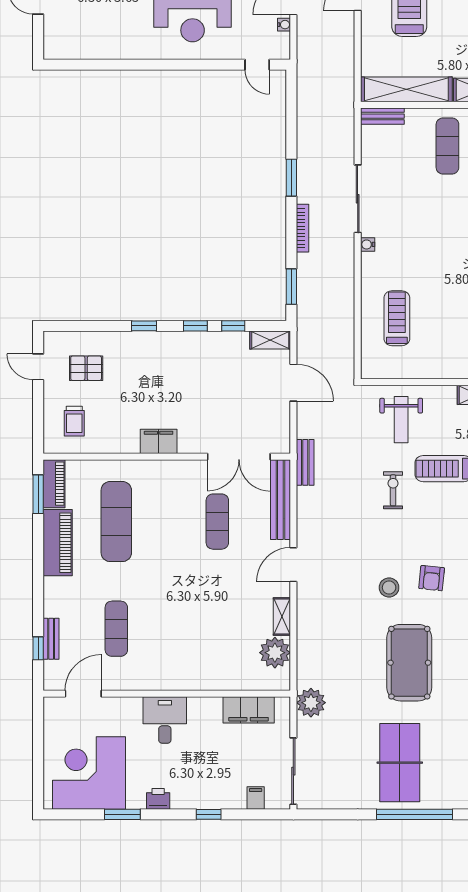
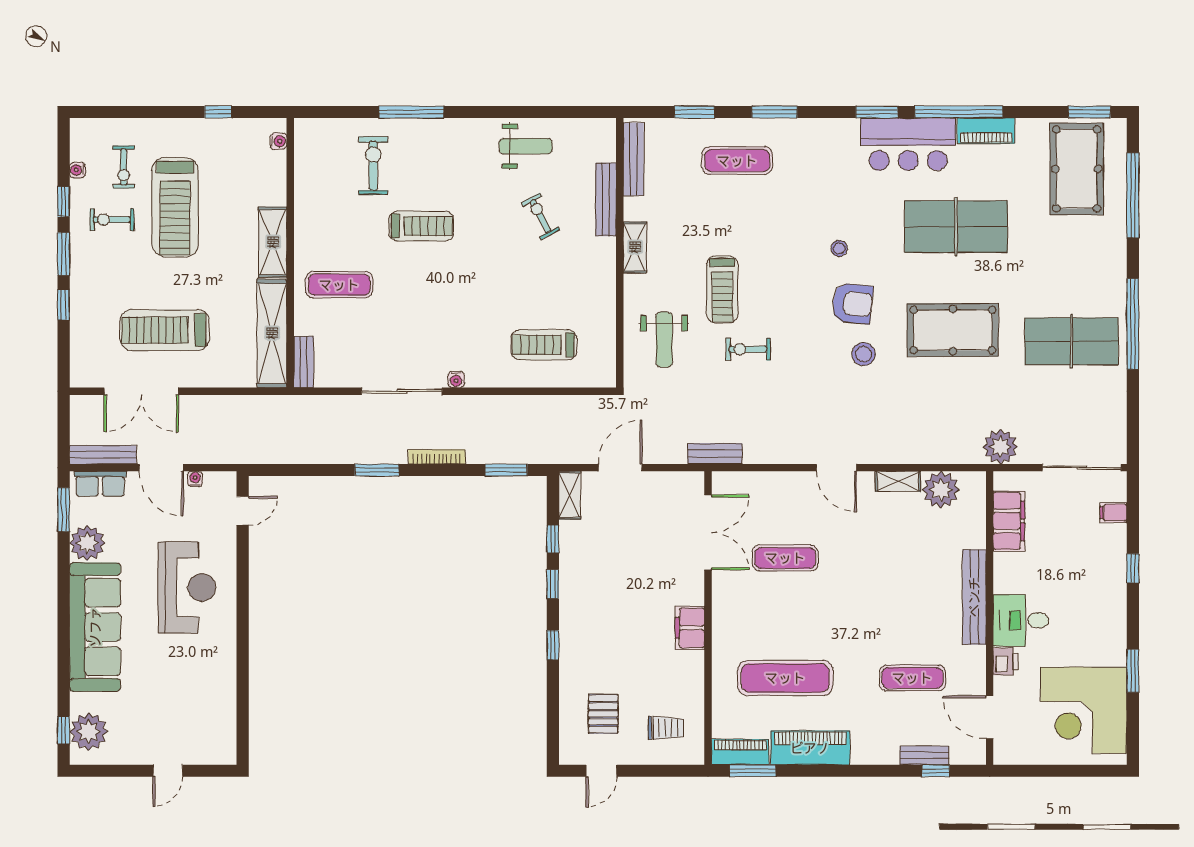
weight bench: (401, 420) -> (664, 340), turned 90
bench: (280, 500) -> (974, 597), moved, turned 90
armchair: (432, 578) -> (852, 304), width x1.38, depth x1.38
printer: (158, 799) -> (1006, 662), moved, turned 180

